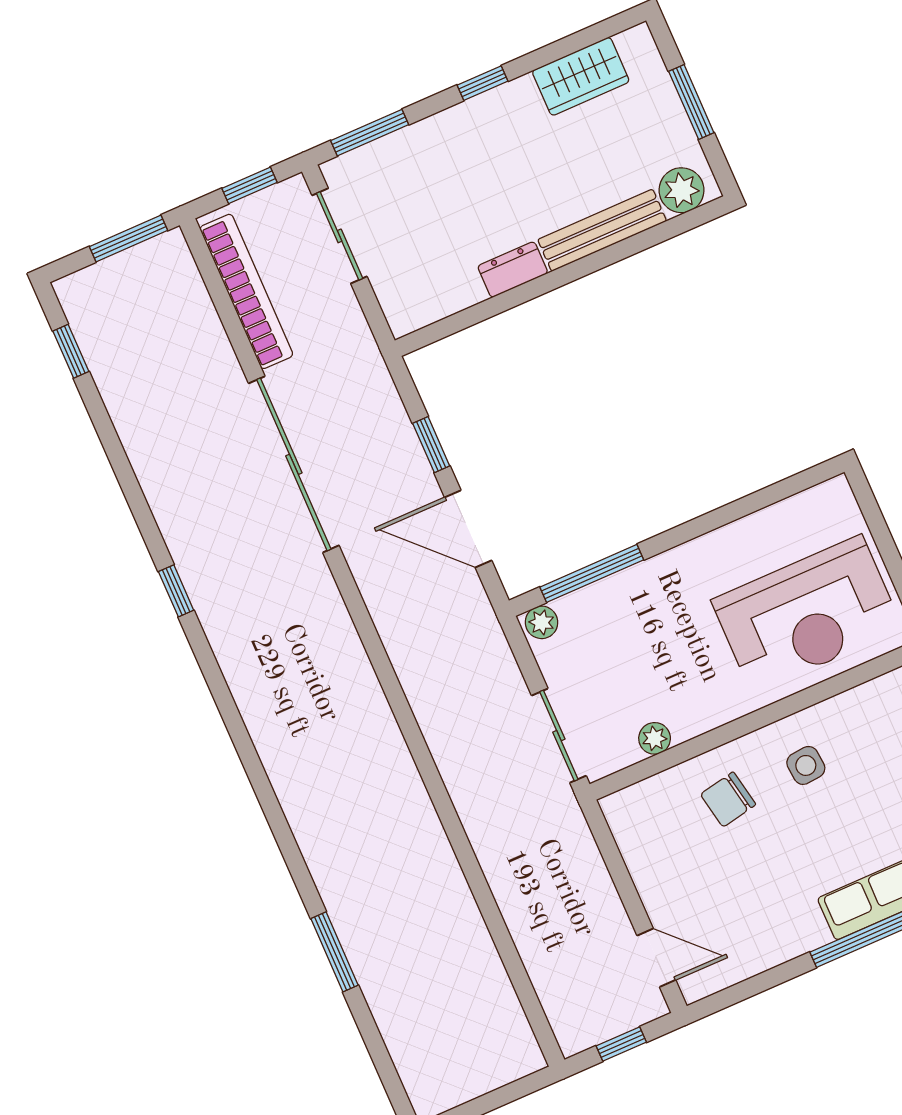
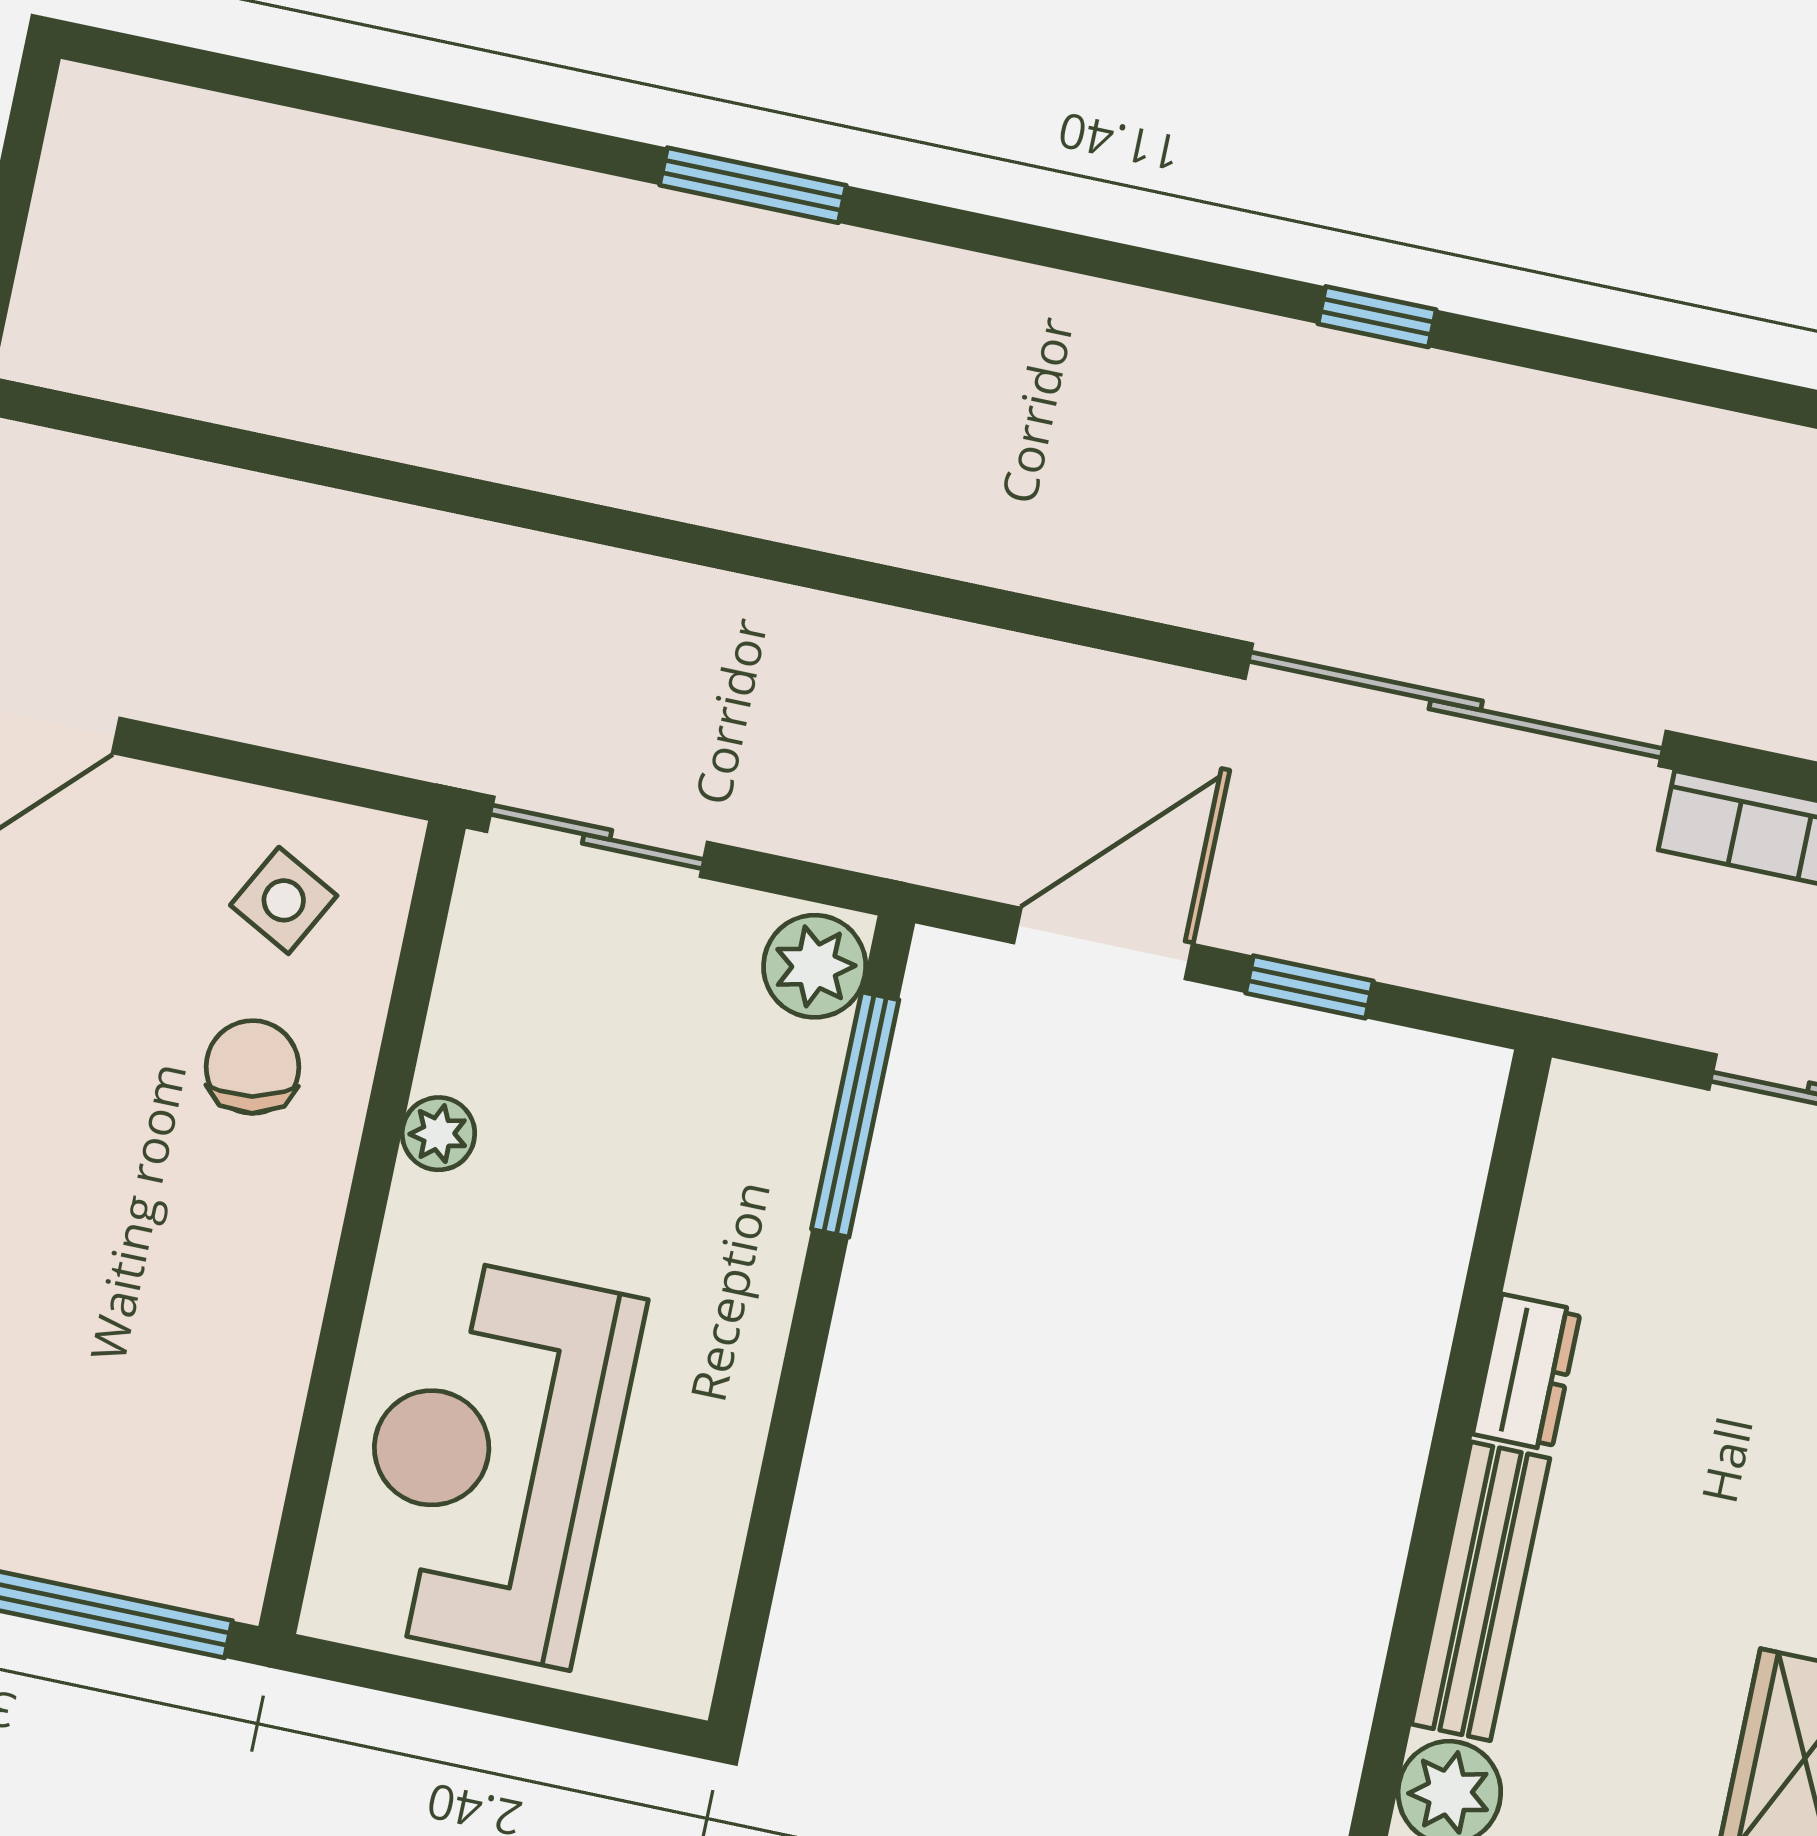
plant: (542, 622) -> (815, 966), width x1.38, depth x1.38
plant: (655, 738) -> (438, 1134), moved
side table: (806, 765) -> (284, 900), moved, turned 33
window: (335, 952) -> (753, 185), moved

